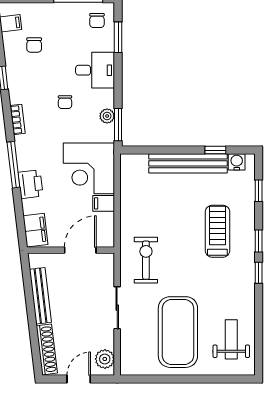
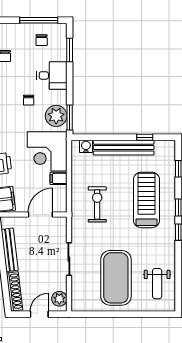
chair: (97, 20) -> (42, 40), moved
plant: (107, 116) -> (56, 116), width x1.88, depth x1.88
water cooler: (237, 162) -> (86, 146), moved
treadmill: (217, 231) -> (146, 200), width x1.37, depth x1.38
exercise bike: (146, 260) -> (97, 204), moved
weight bench: (231, 339) -> (157, 284), turned 180

